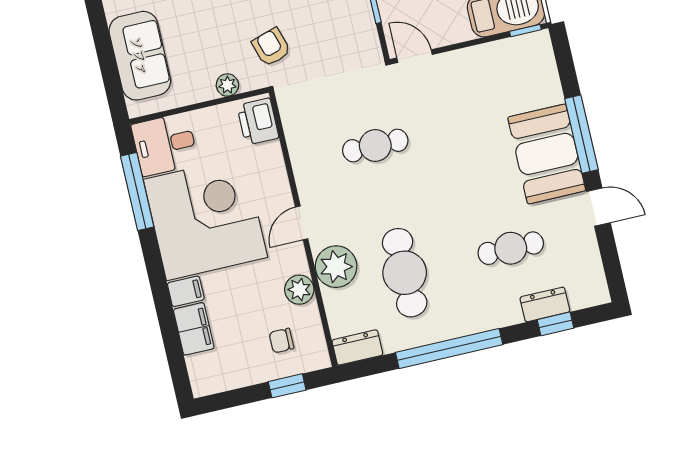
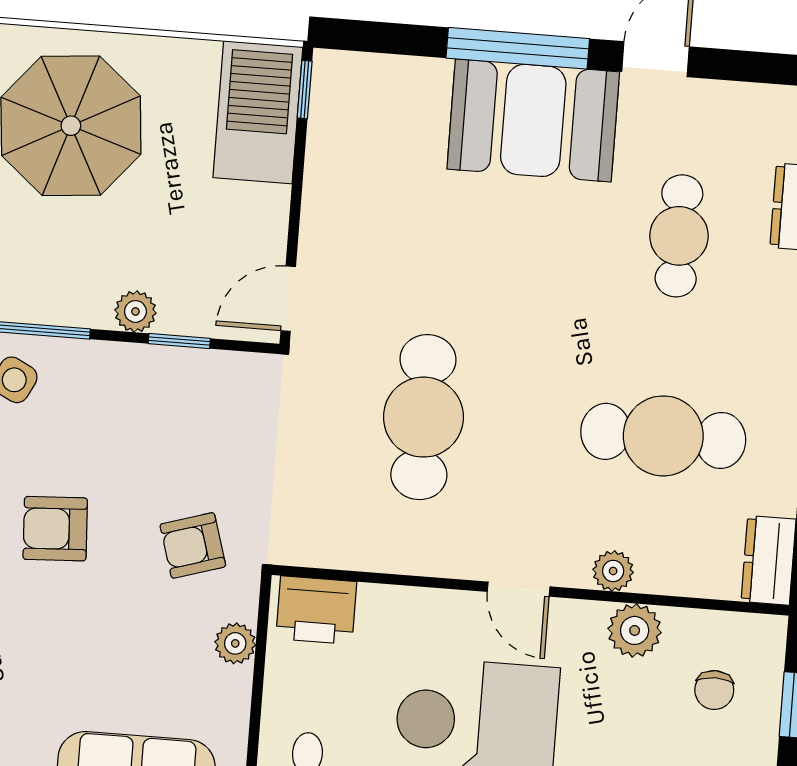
cafe table: (375, 146) -> (423, 417), width x1.37, depth x1.35
plant: (336, 267) -> (613, 571), width x0.53, depth x0.53

